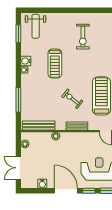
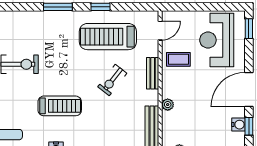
coffee table: (86, 143) -> (178, 59), added
window: (89, 191) -> (249, 126), moved

